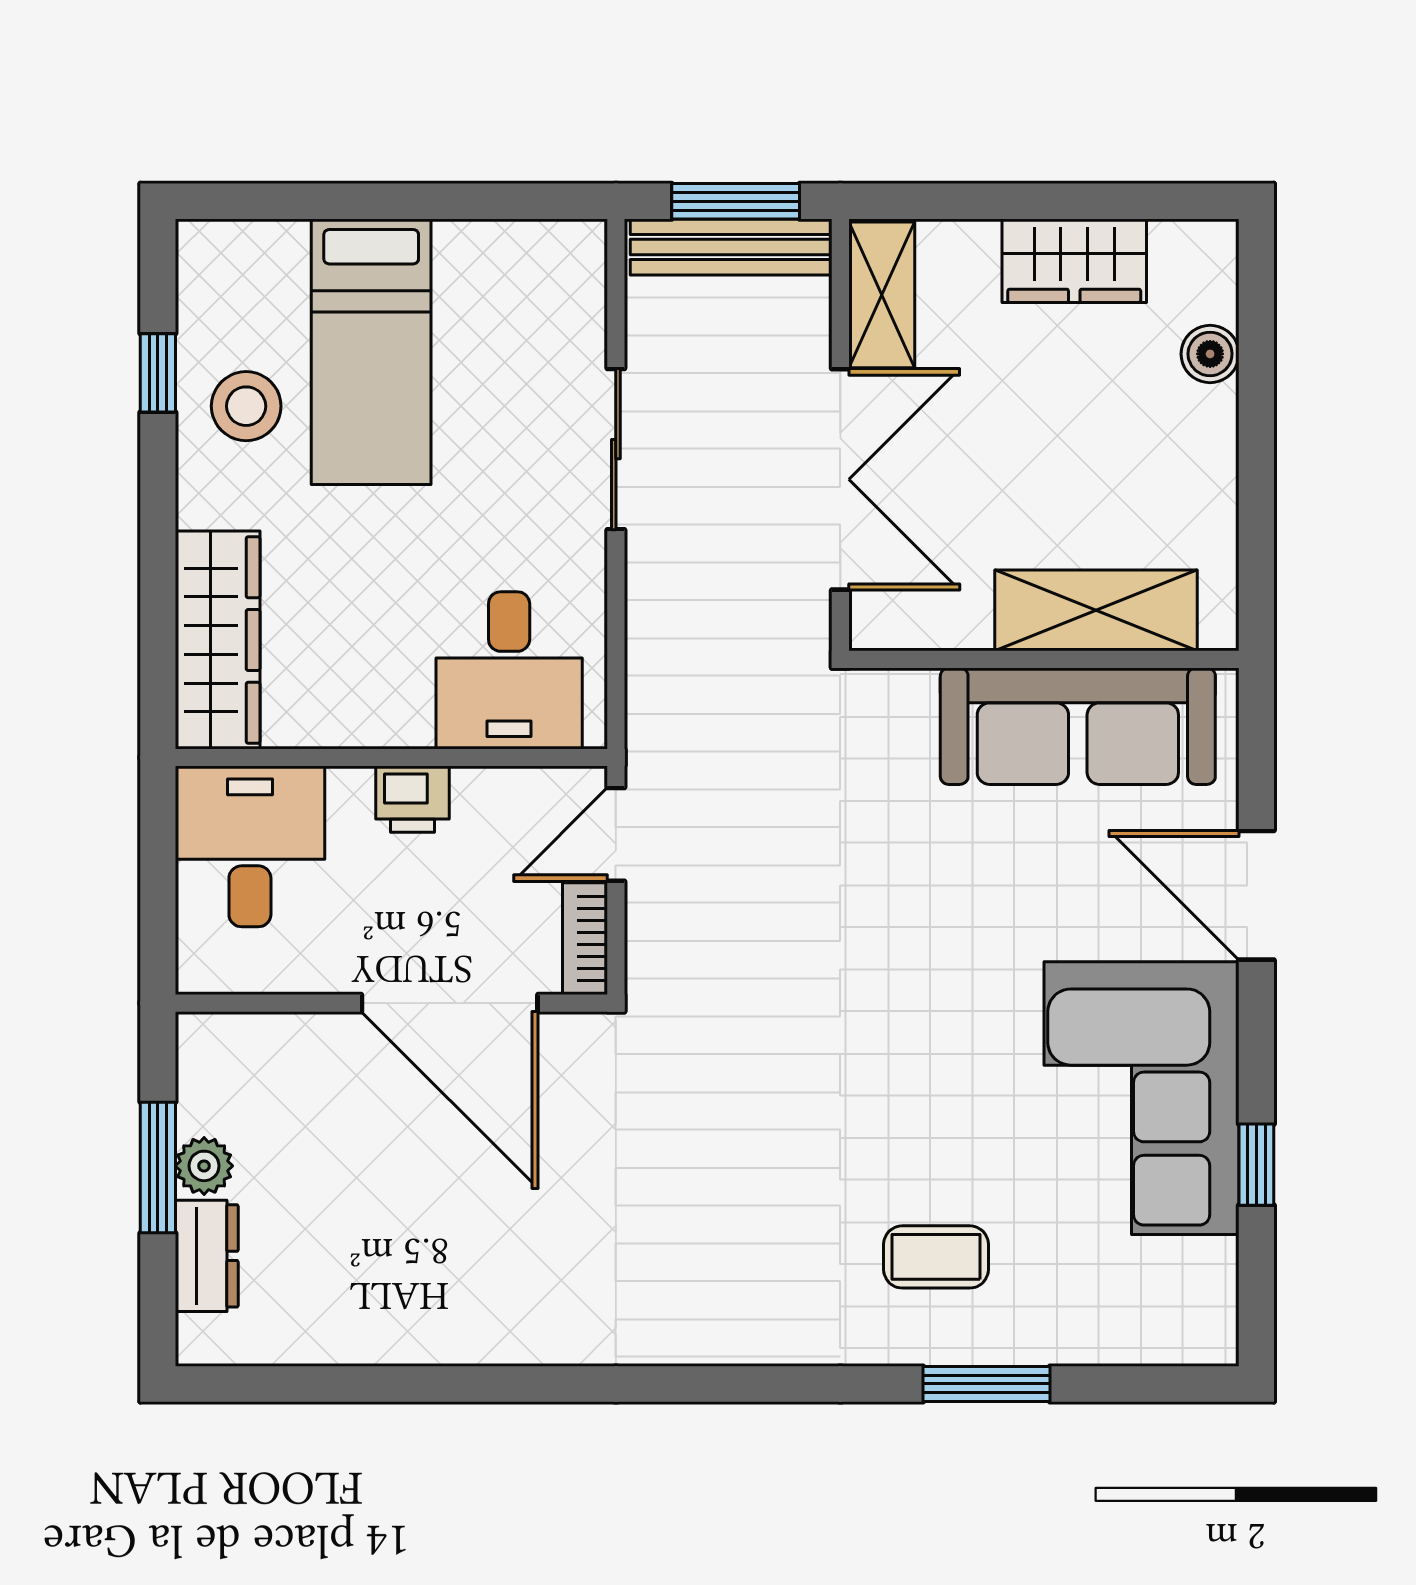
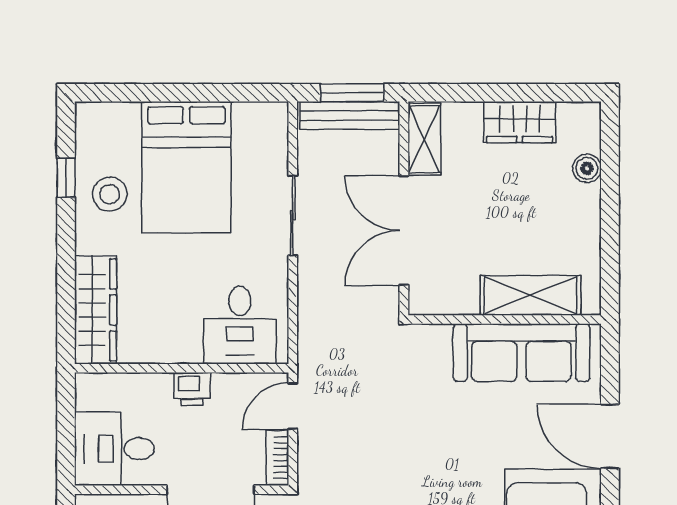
bed: (371, 352) -> (186, 167), width x1.50
double door: (840, 479) -> (404, 230), swing flipped
desk: (250, 846) -> (115, 449), moved, turned -90

